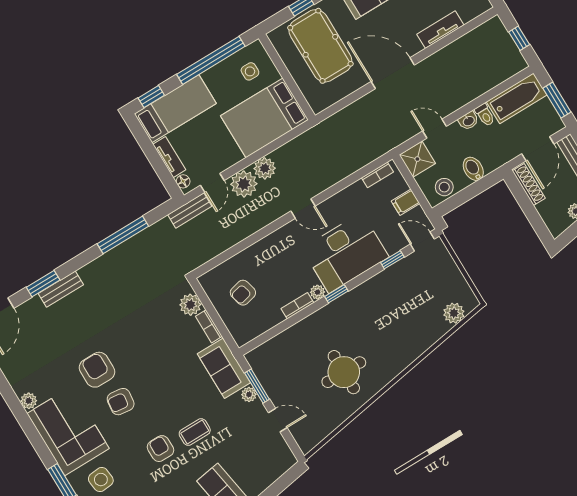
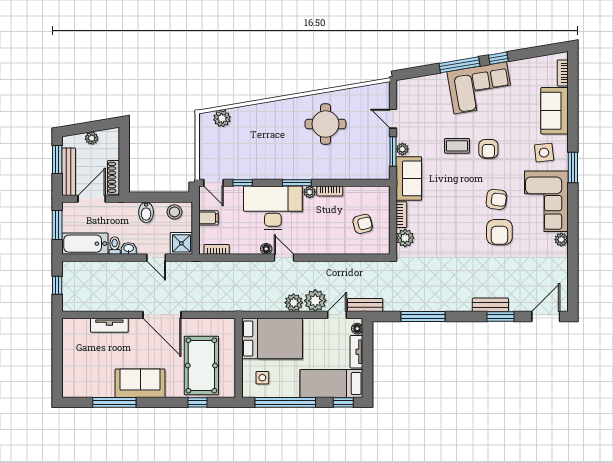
floor lamp: (327, 207) -> (266, 249), added
window: (336, 294) -> (297, 183), width x1.50

